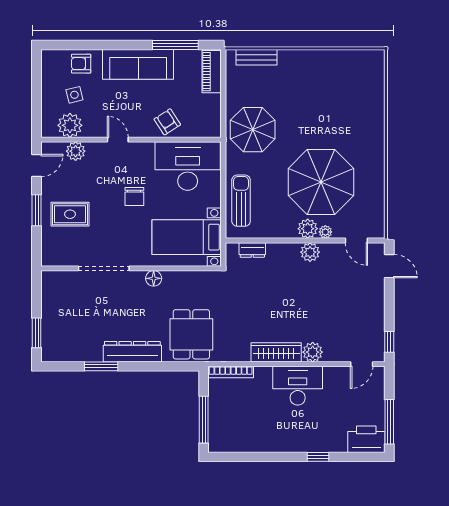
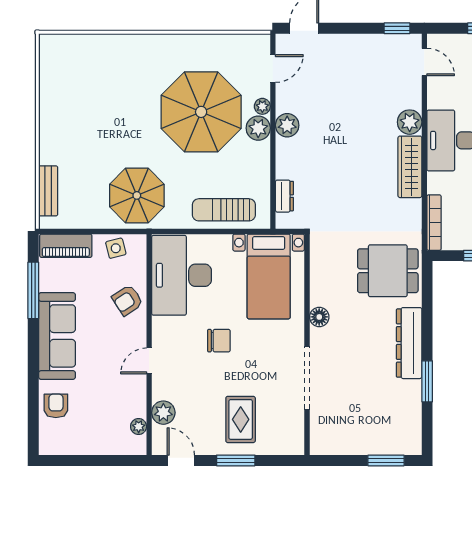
armchair: (81, 64) -> (56, 406), turned 180
side table: (74, 95) -> (116, 248), moved
plant: (70, 125) -> (139, 427), width x0.53, depth x0.53

